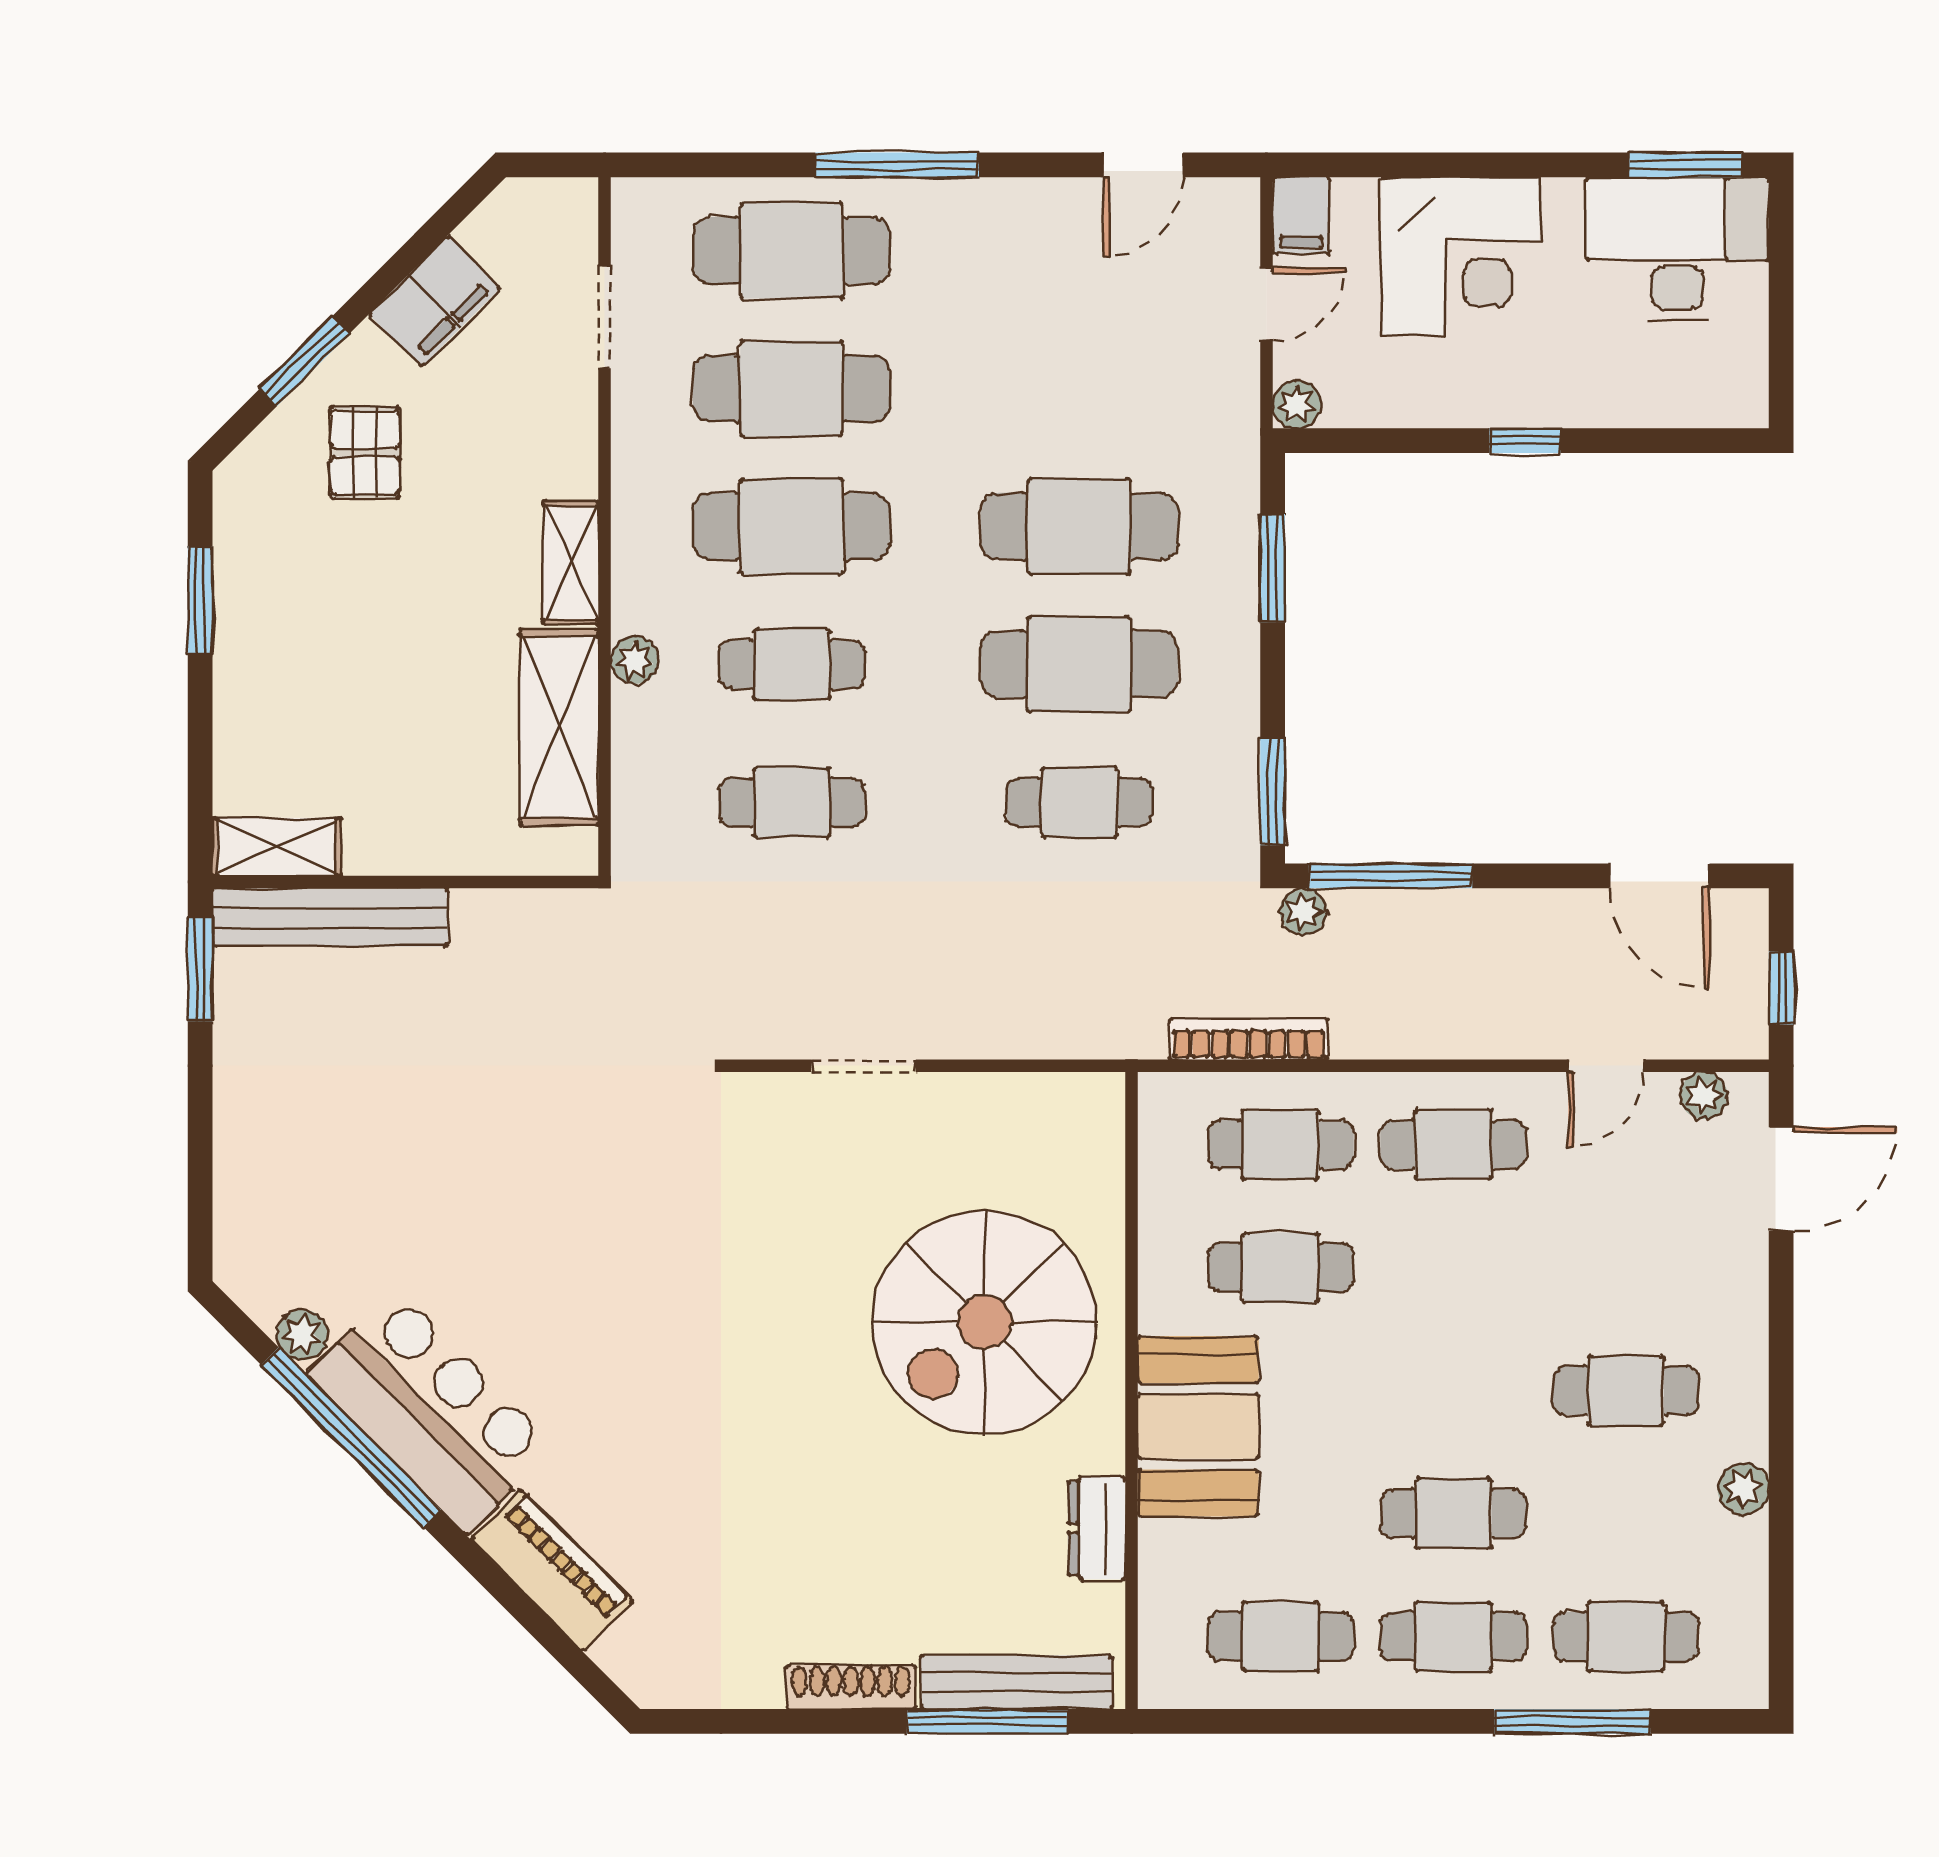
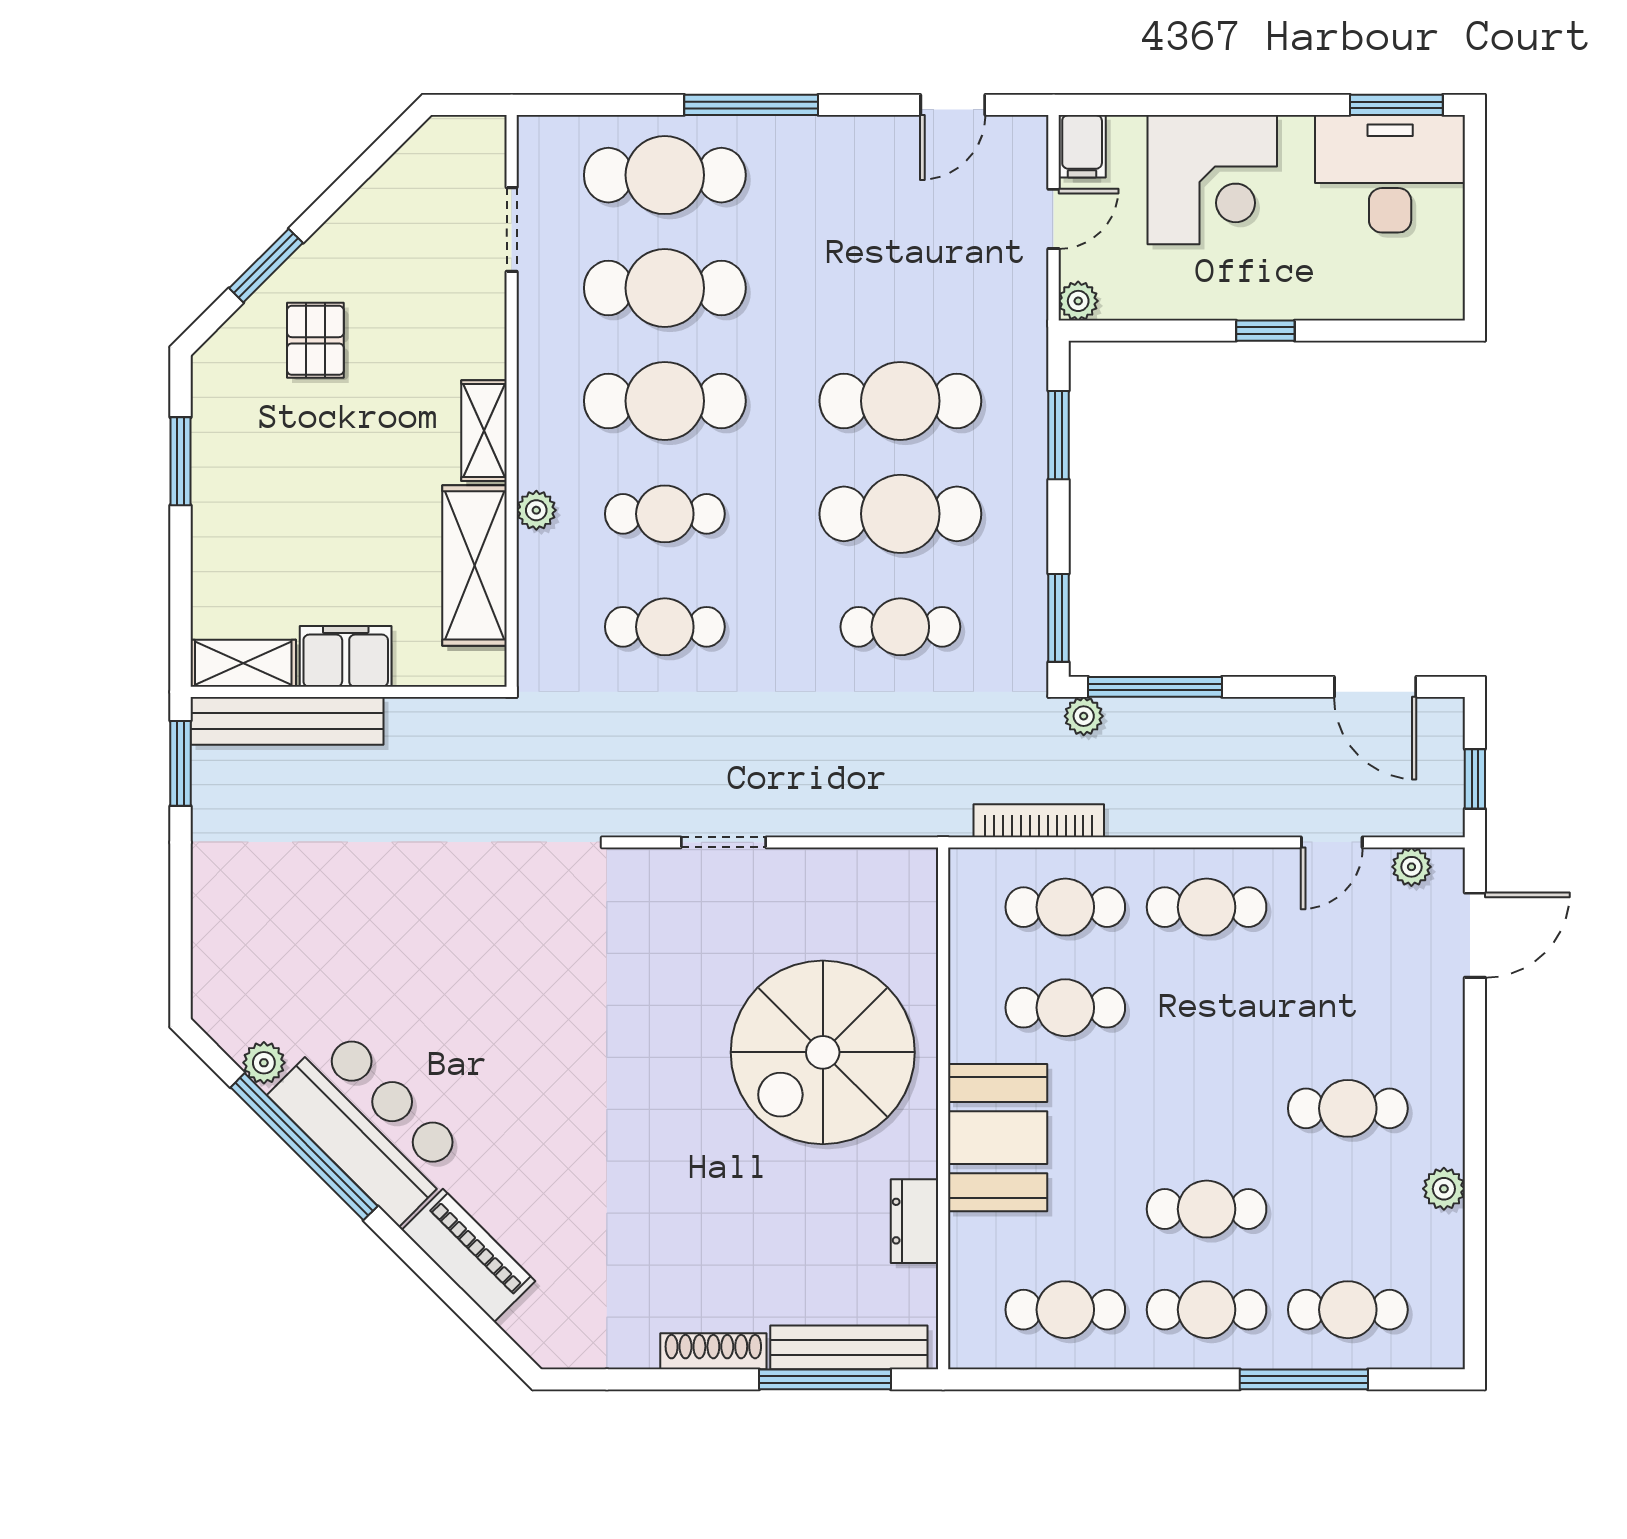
filing cabinet: (435, 301) -> (346, 656), moved, turned -135

